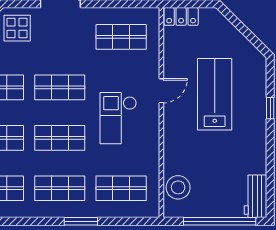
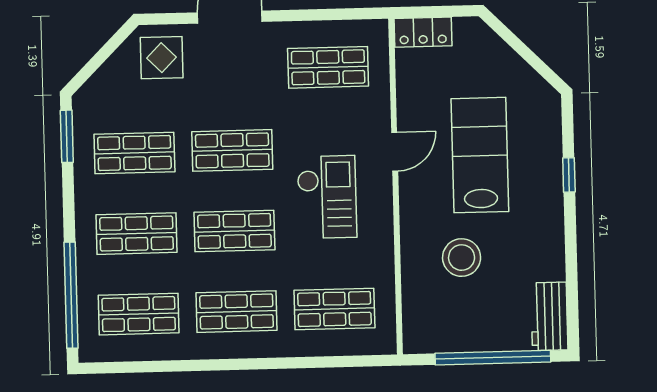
checkout: (118, 118) -> (327, 197), turned 180
stool: (178, 187) -> (462, 258), moved
window: (81, 221) -> (272, 363), removed

